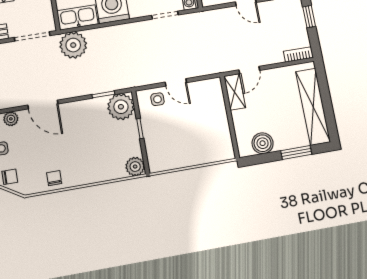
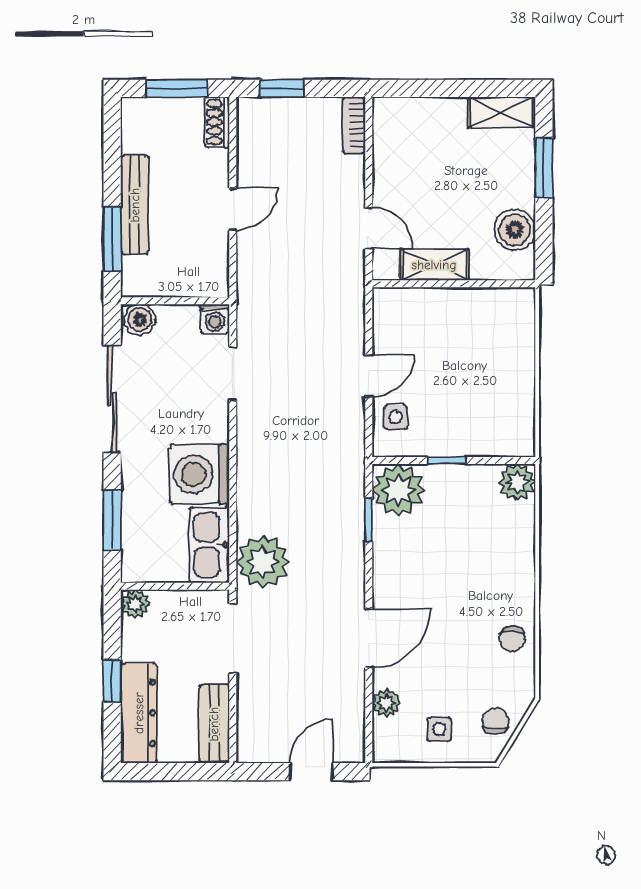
shelving: (235, 92) -> (434, 265), moved
shelving: (313, 107) -> (502, 112), width x0.45, depth x0.75
chair: (54, 178) -> (512, 639), turned -90

